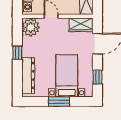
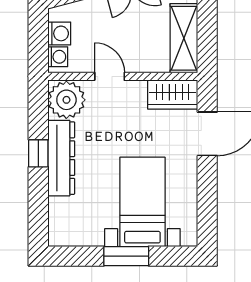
dresser: (28, 75) -> (61, 158), moved
window: (97, 77) -> (207, 204), removed

